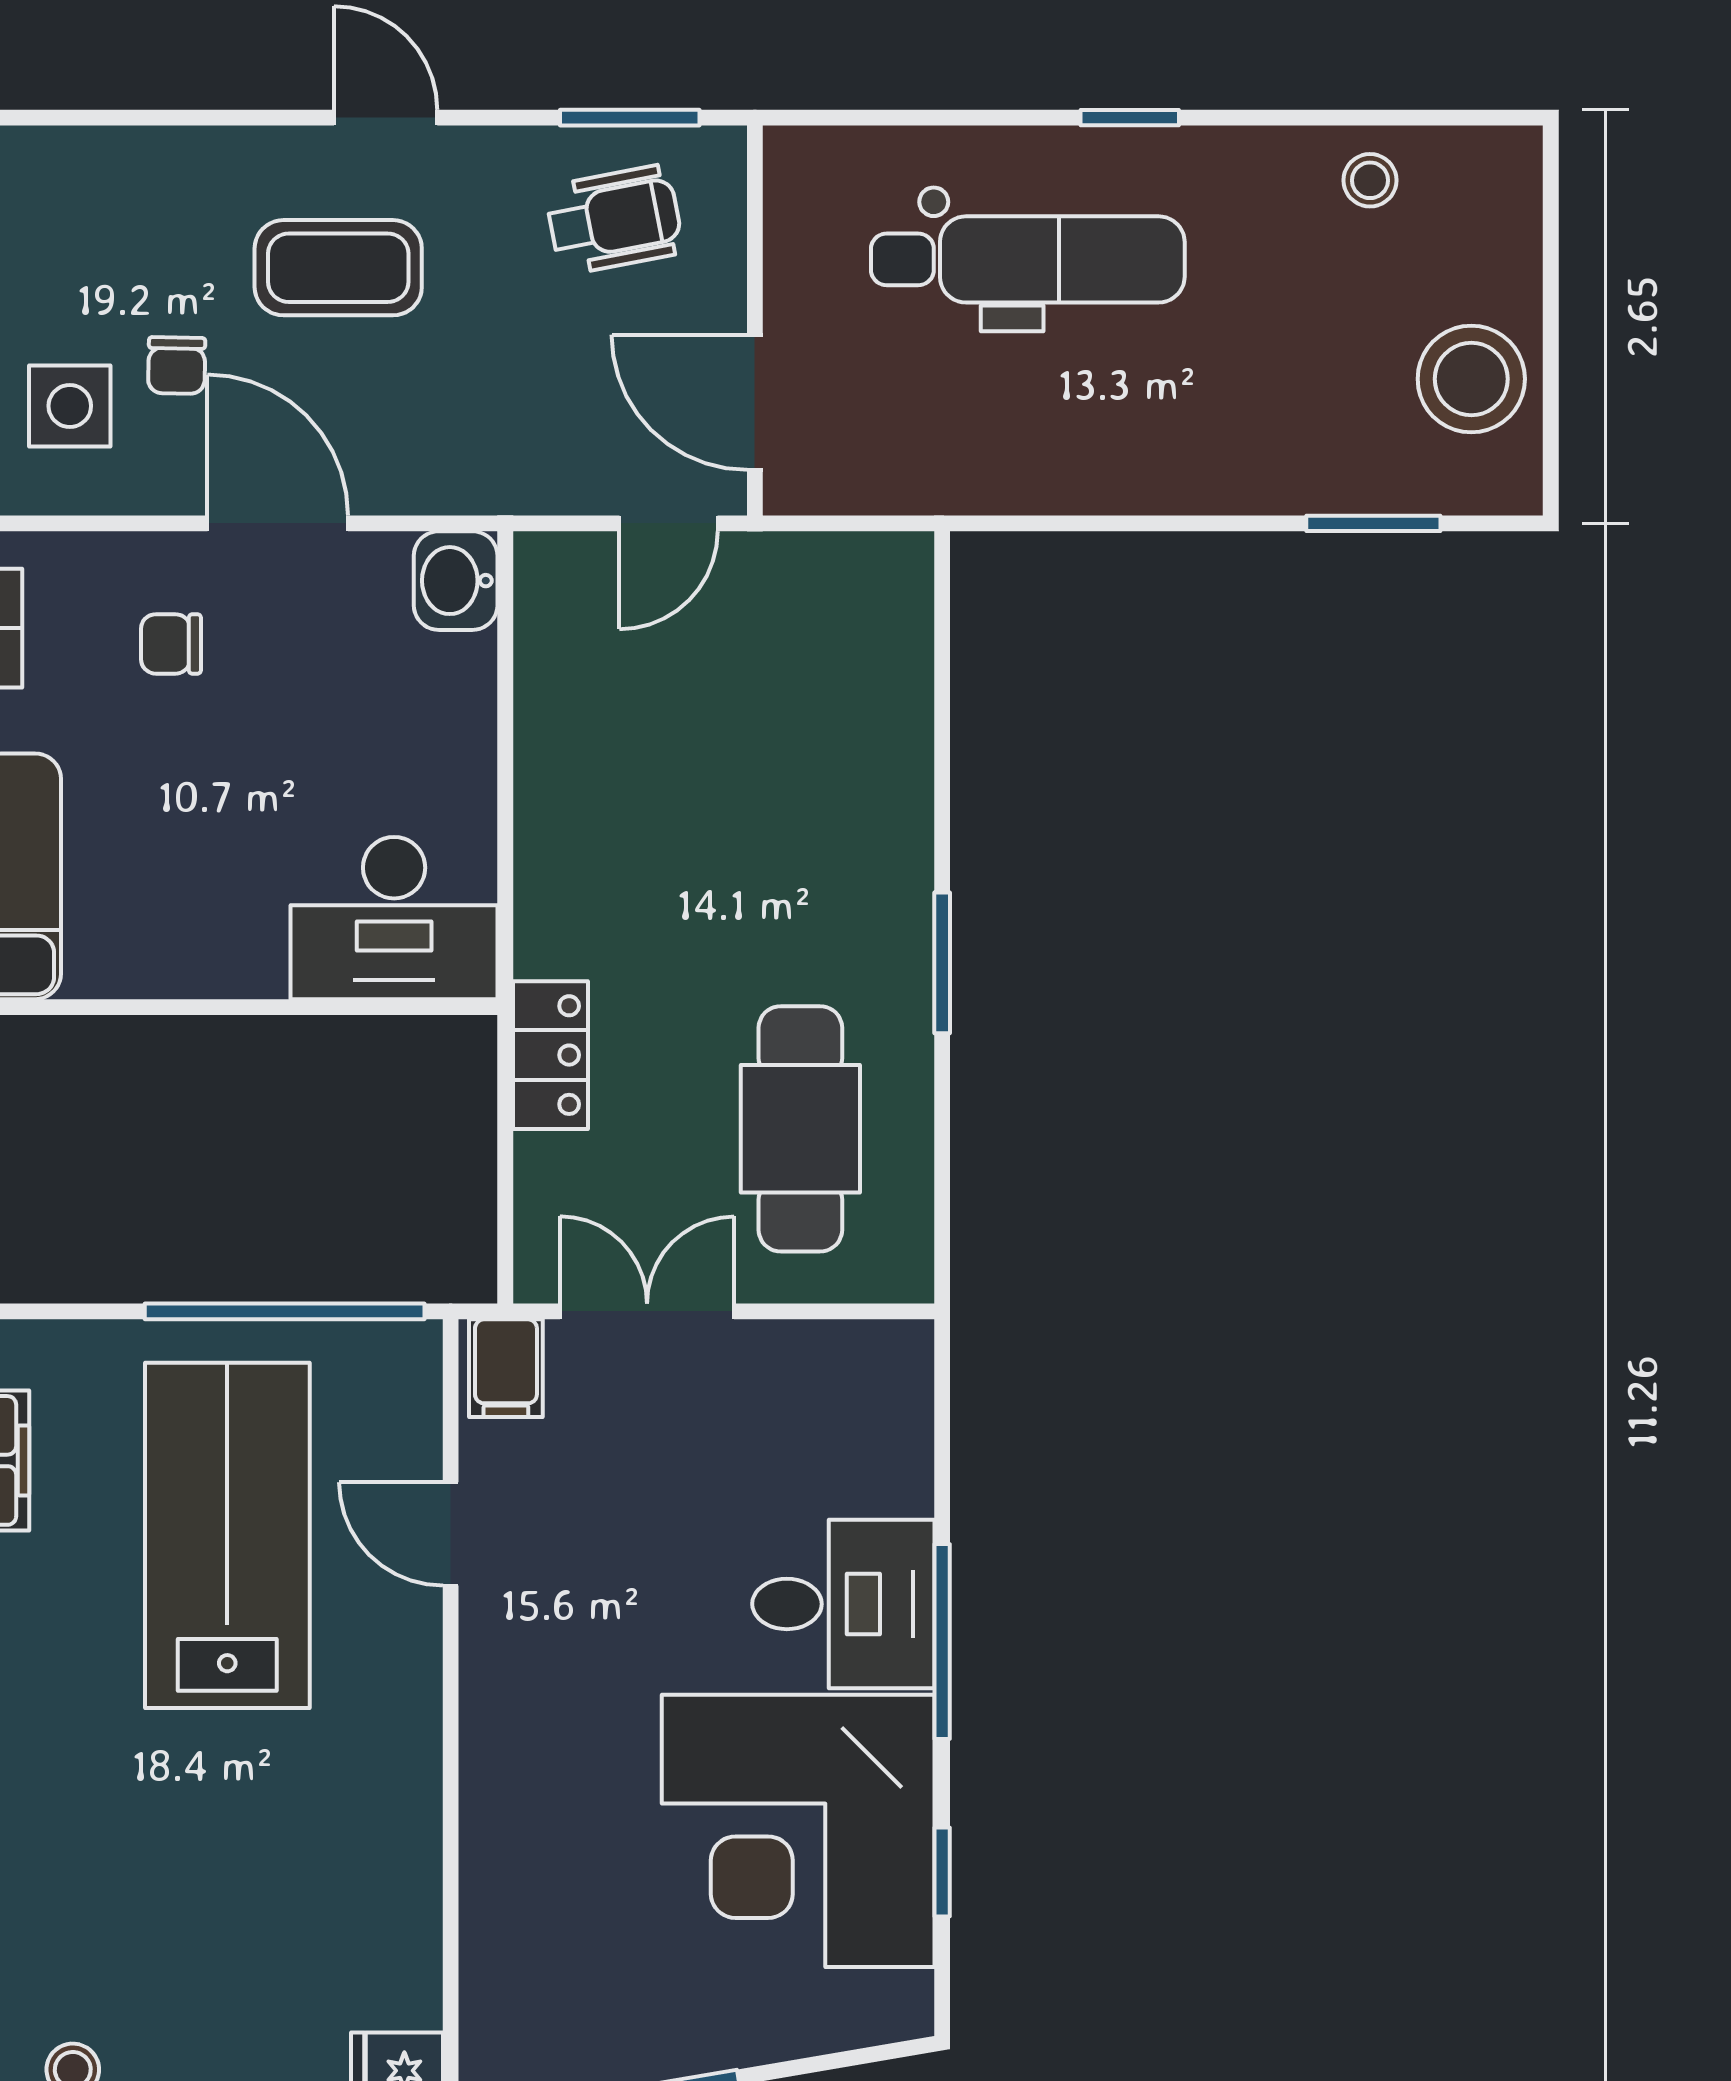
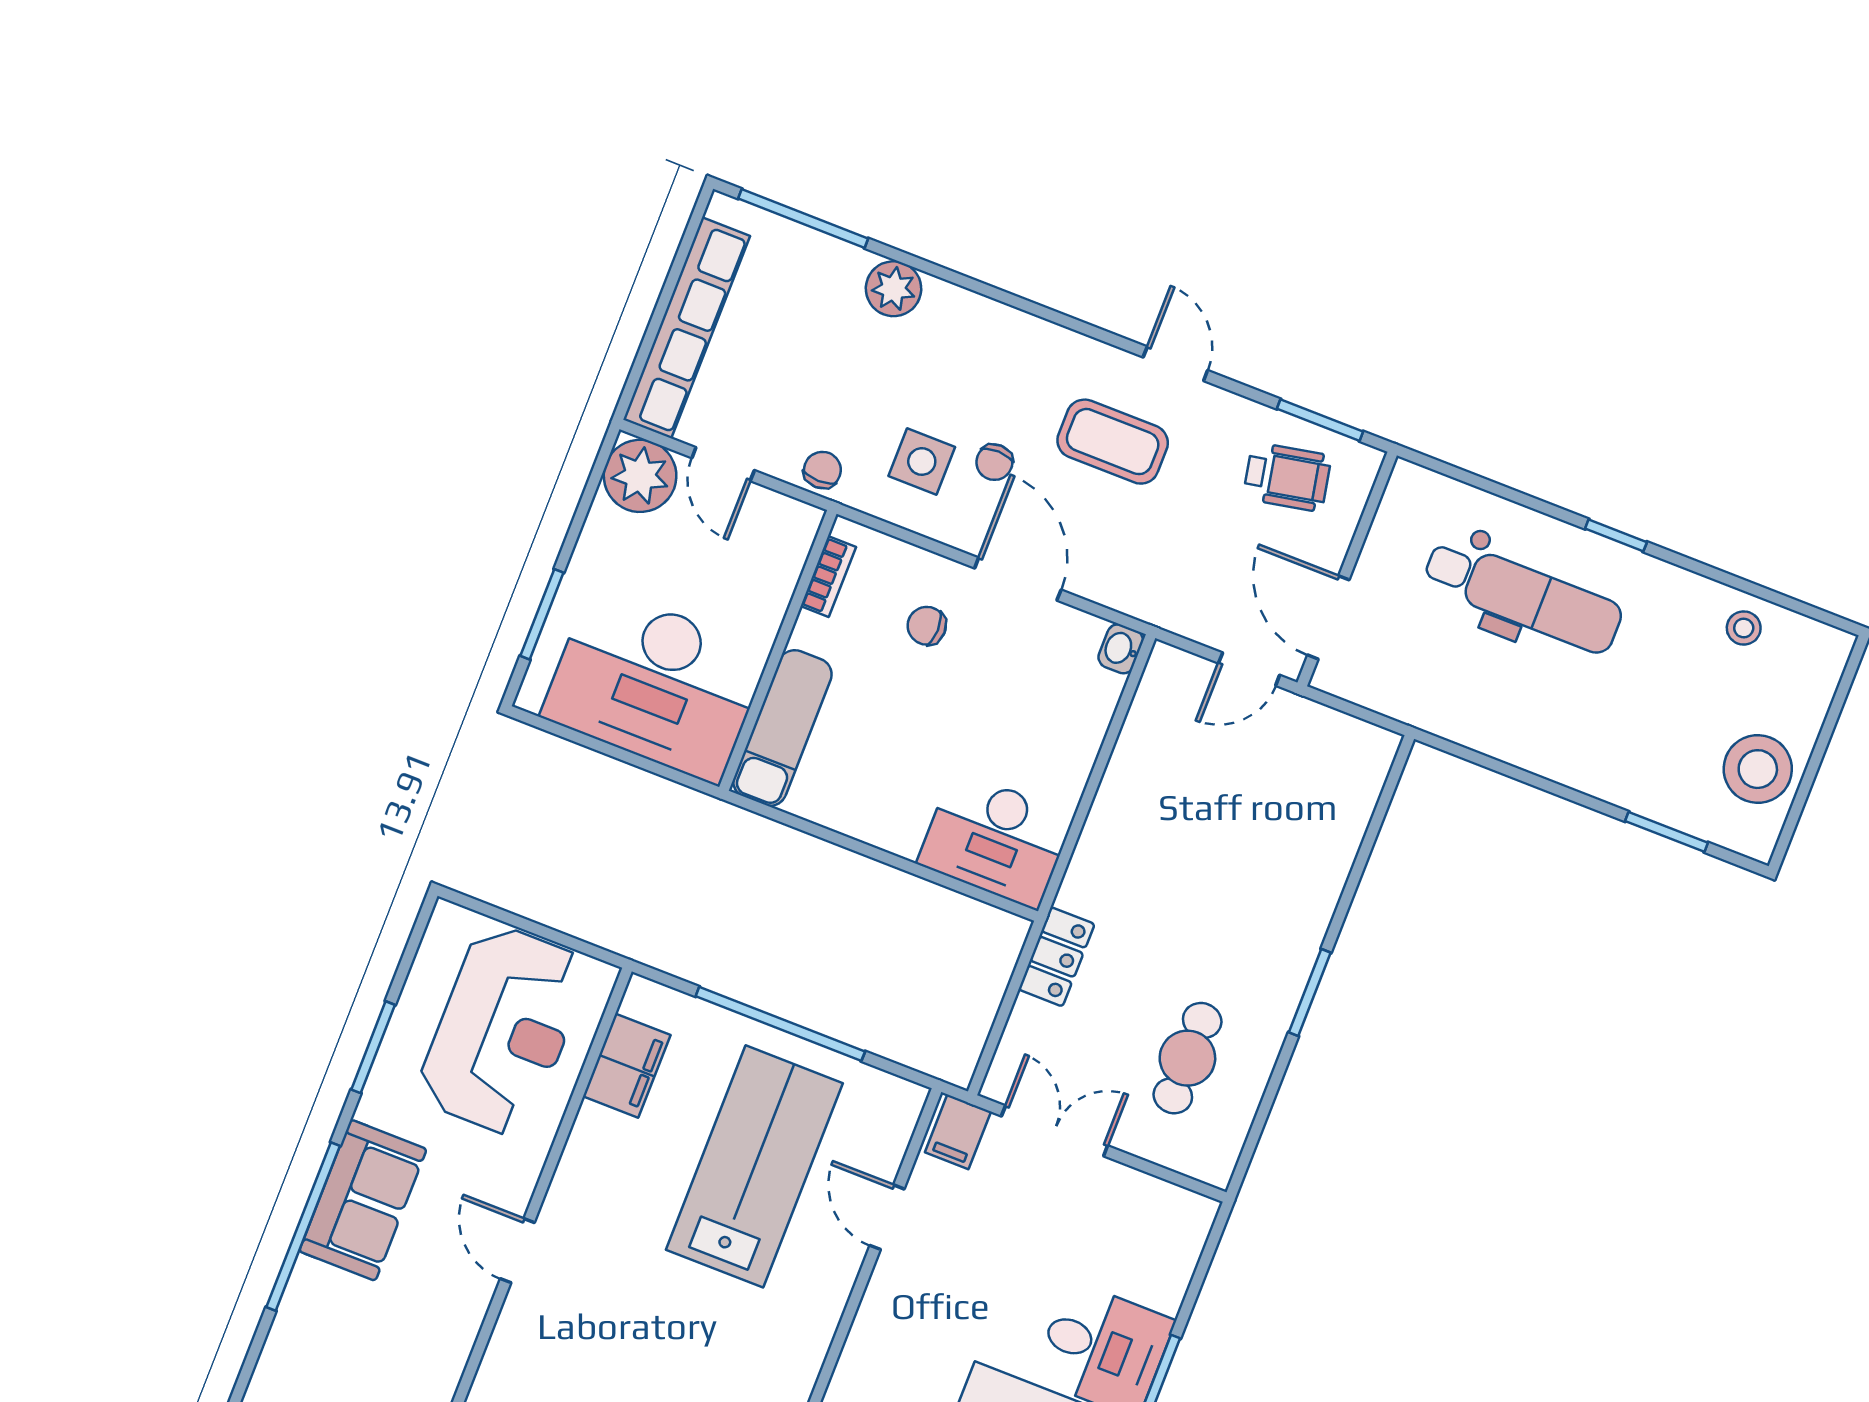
washbasin: (456, 581) -> (1121, 649), width x0.72, depth x0.69
cafe table: (800, 1129) -> (1187, 1058), width x0.73, depth x0.74
window: (285, 1311) -> (780, 1024), moved

